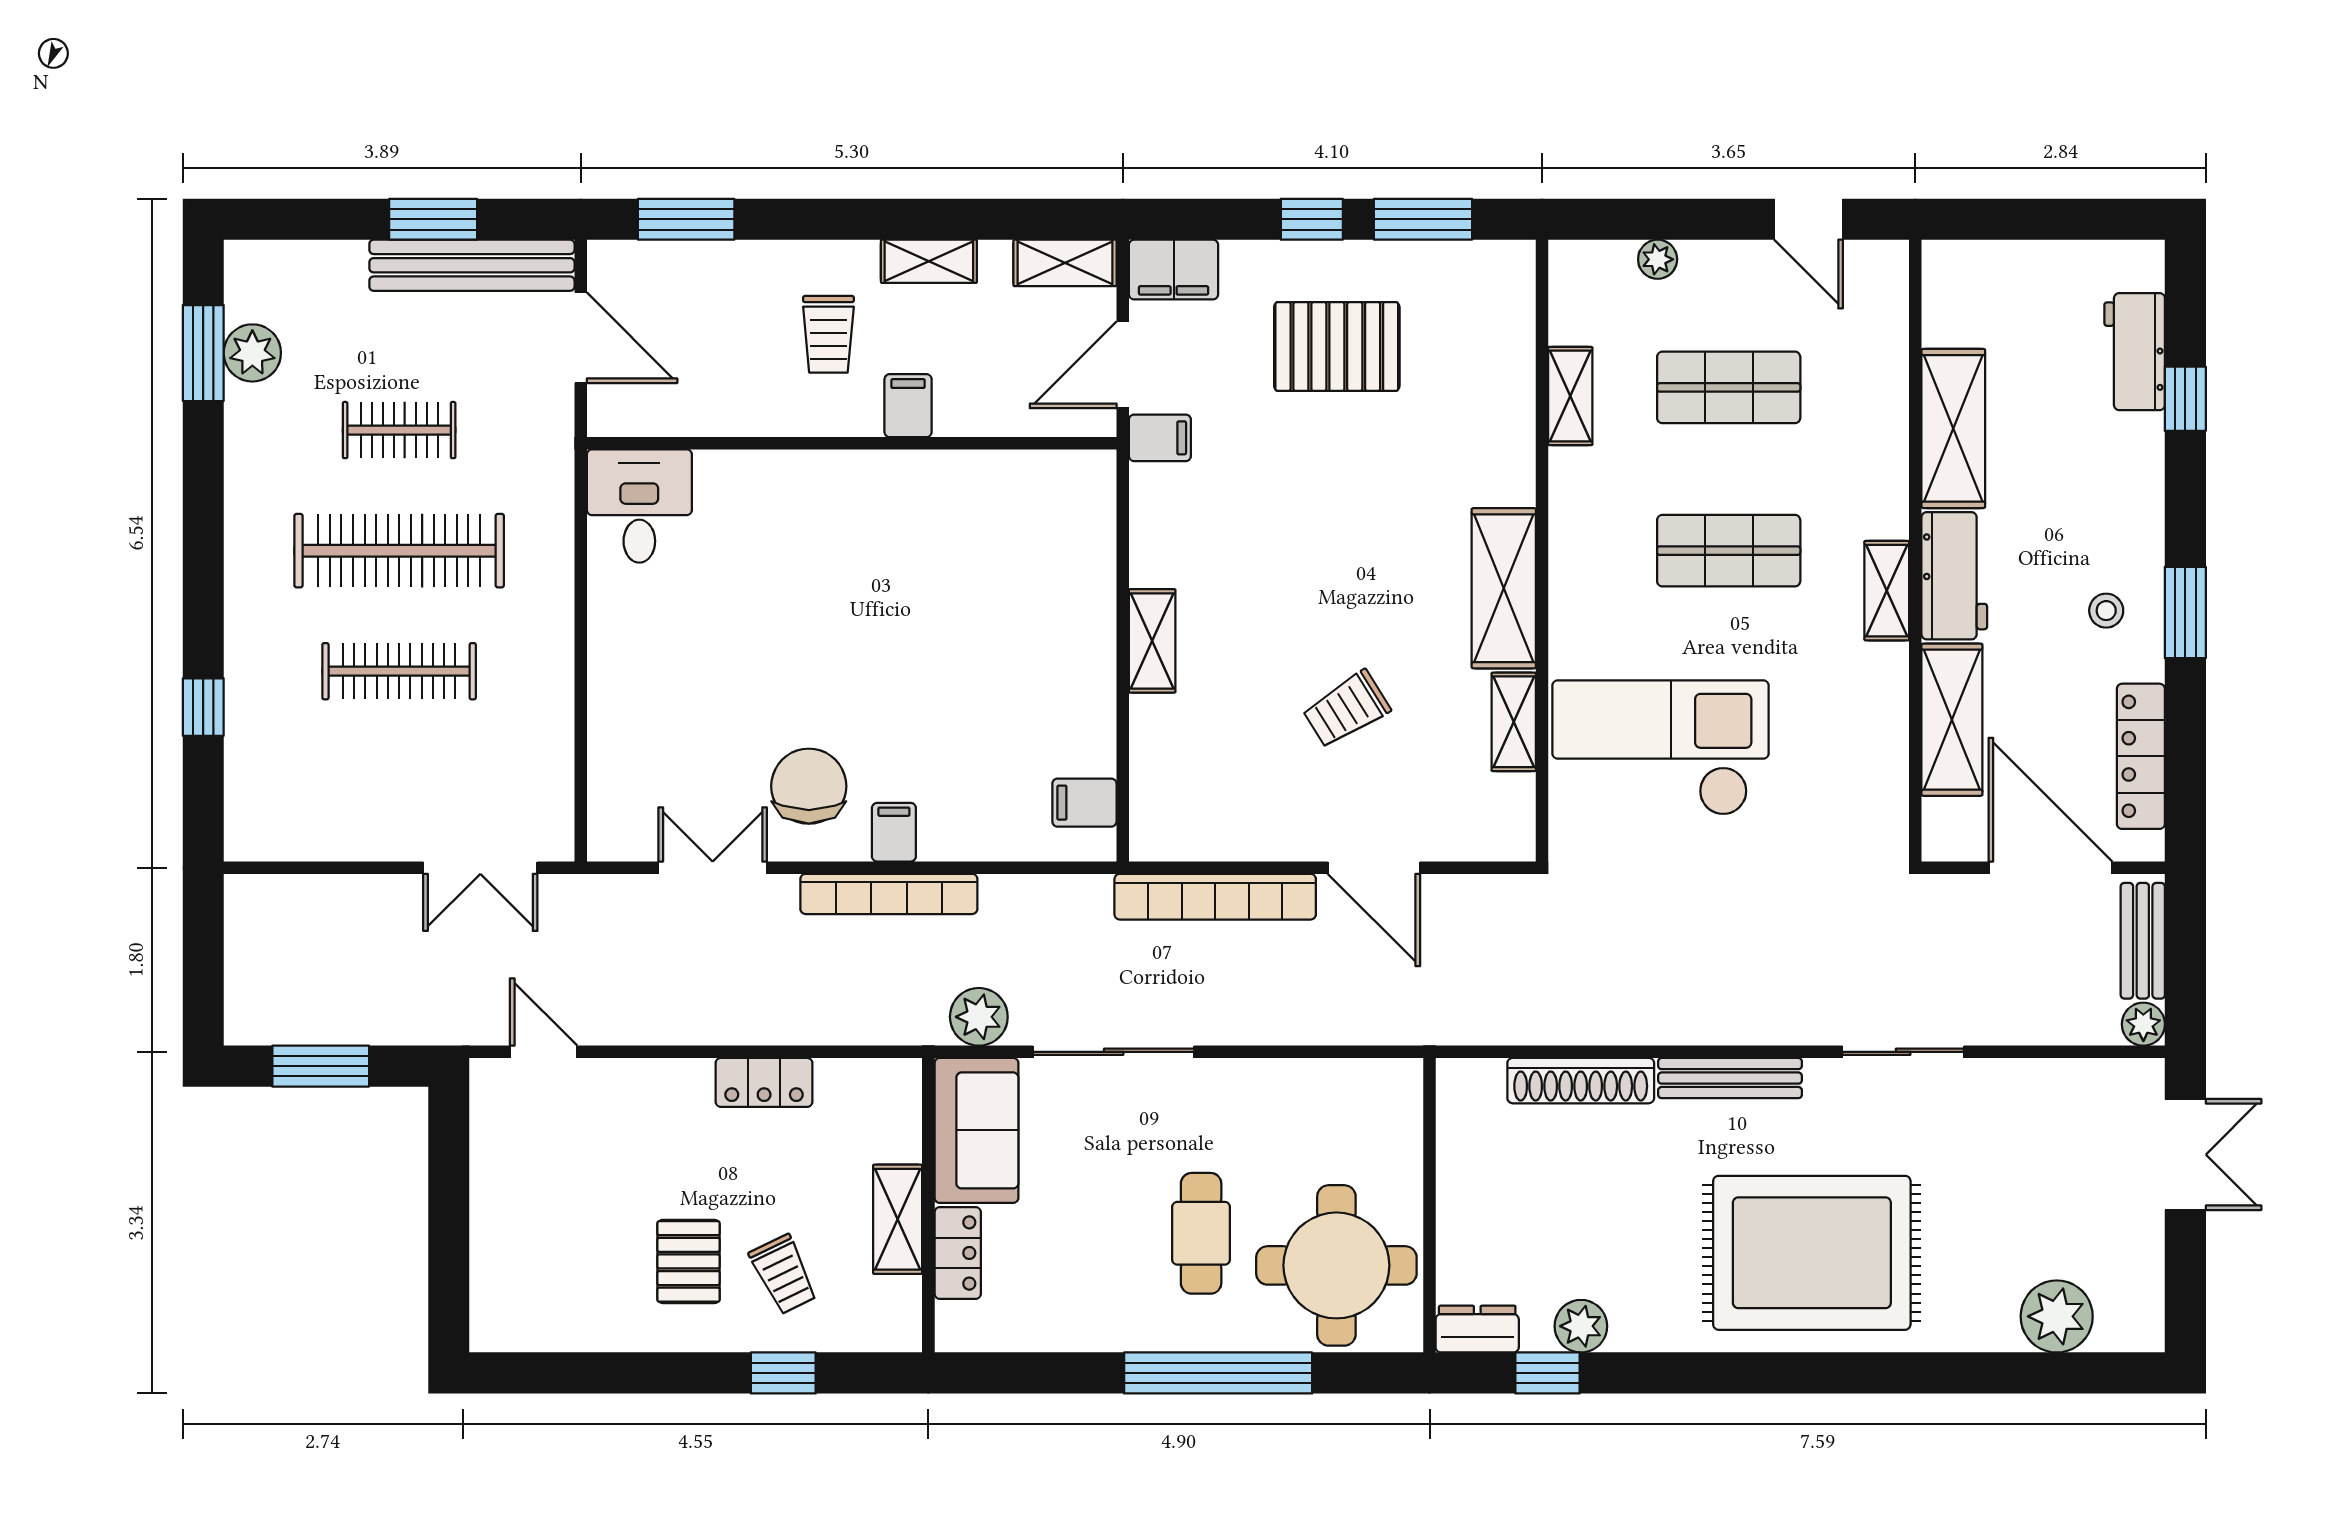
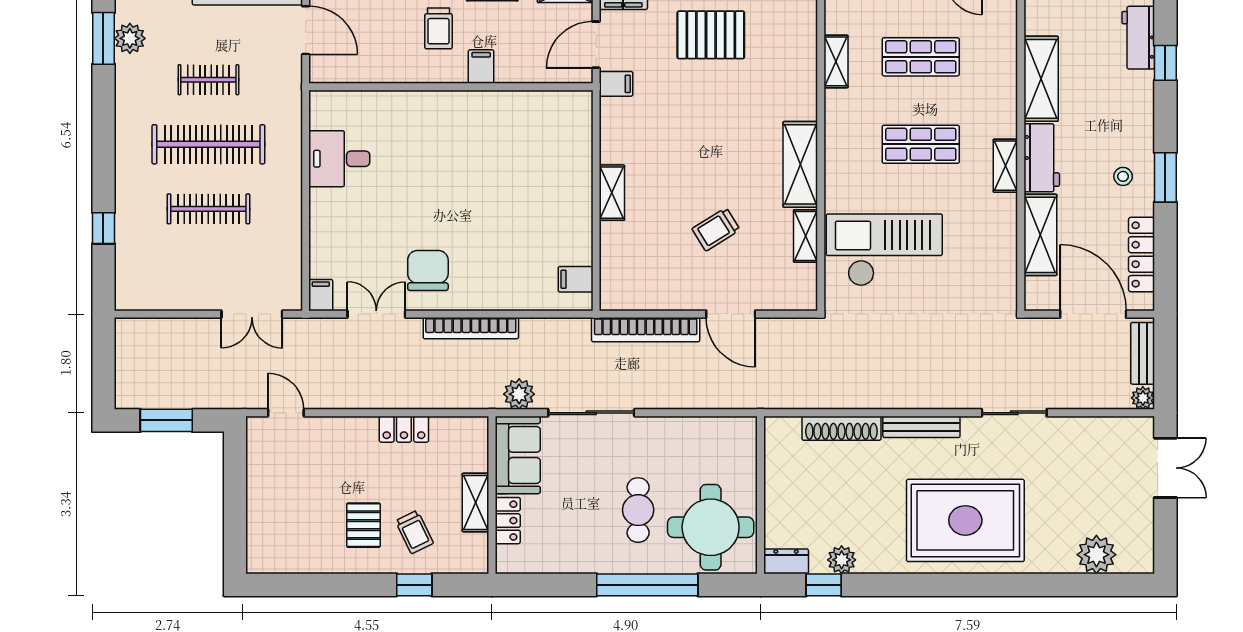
desk: (639, 506) -> (339, 159), moved, turned -90
filing cabinet: (894, 832) -> (321, 295), moved

